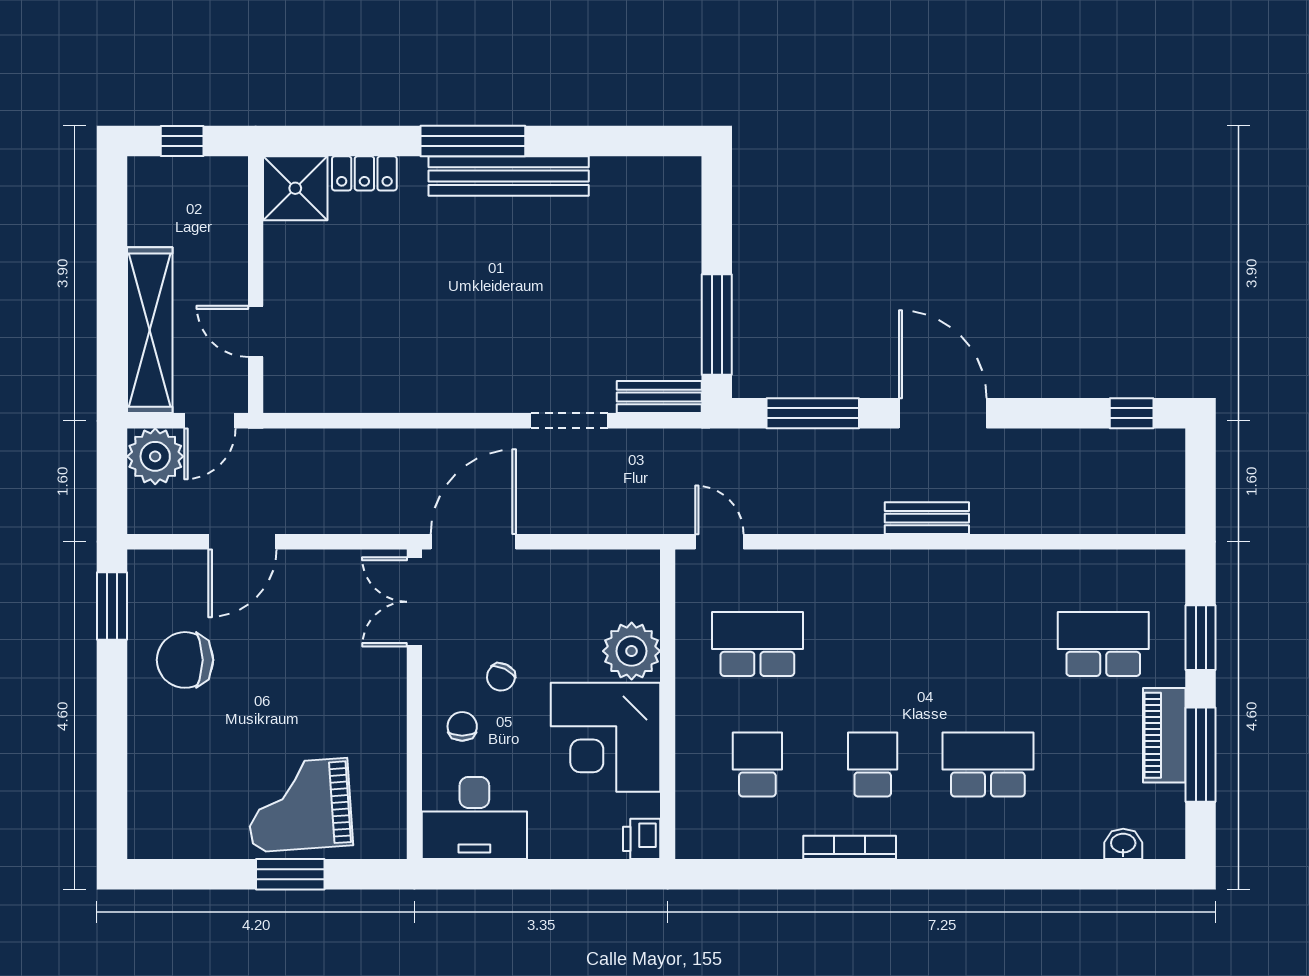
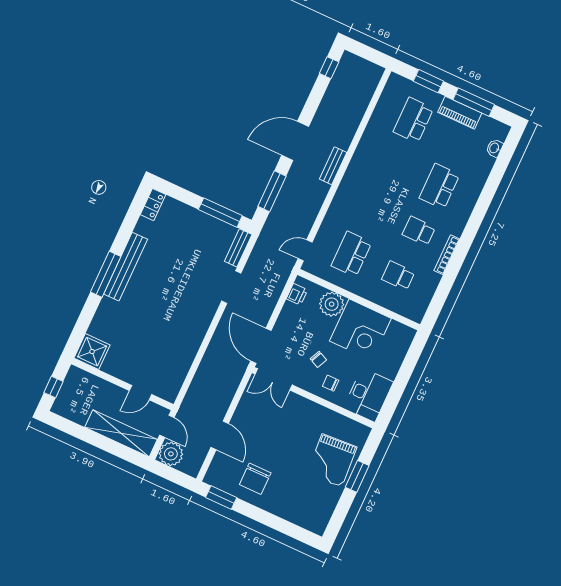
locker: (364, 173) -> (153, 205), moved
printer: (642, 839) -> (297, 294), moved, turned -90

